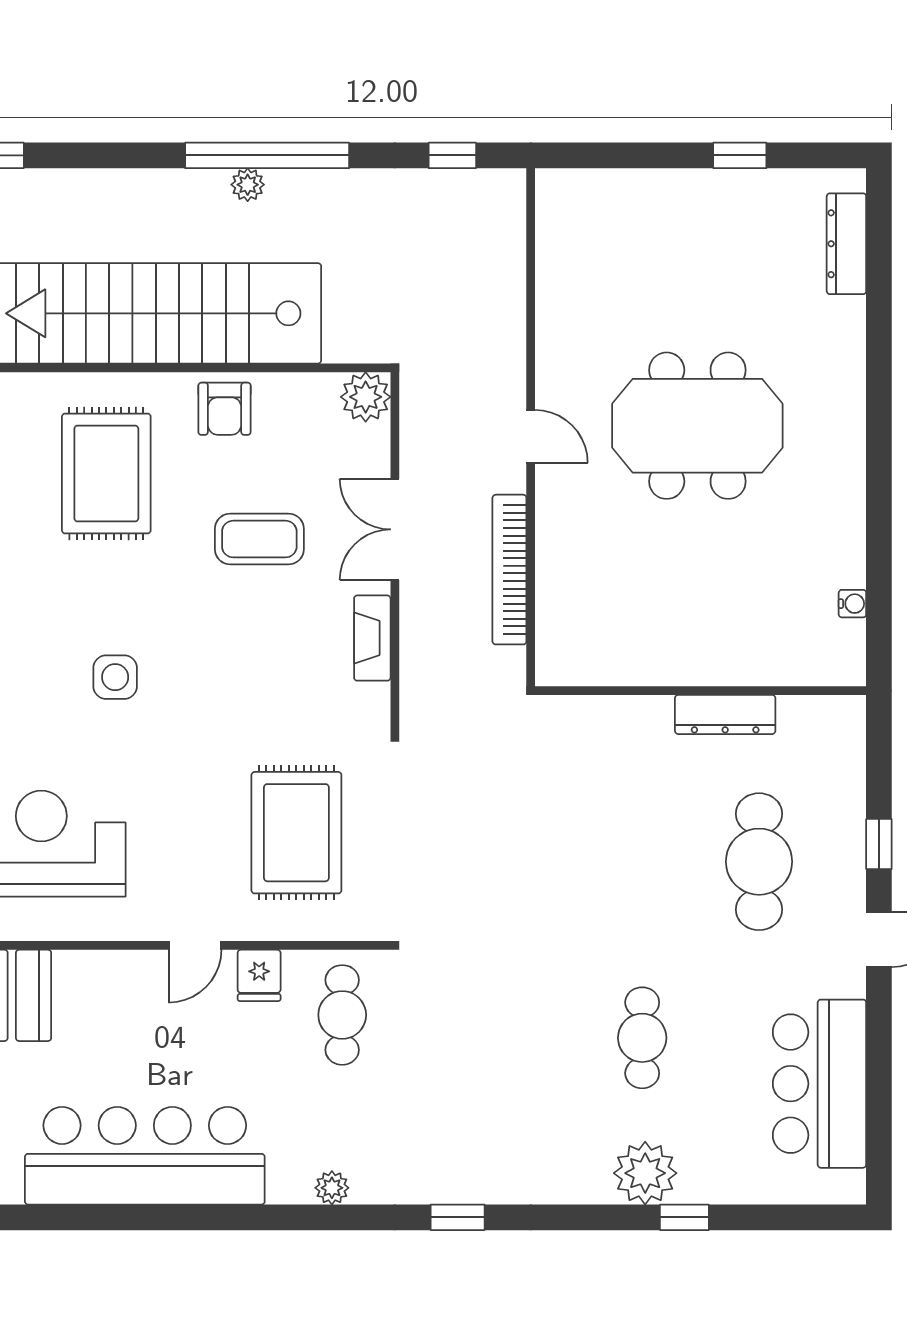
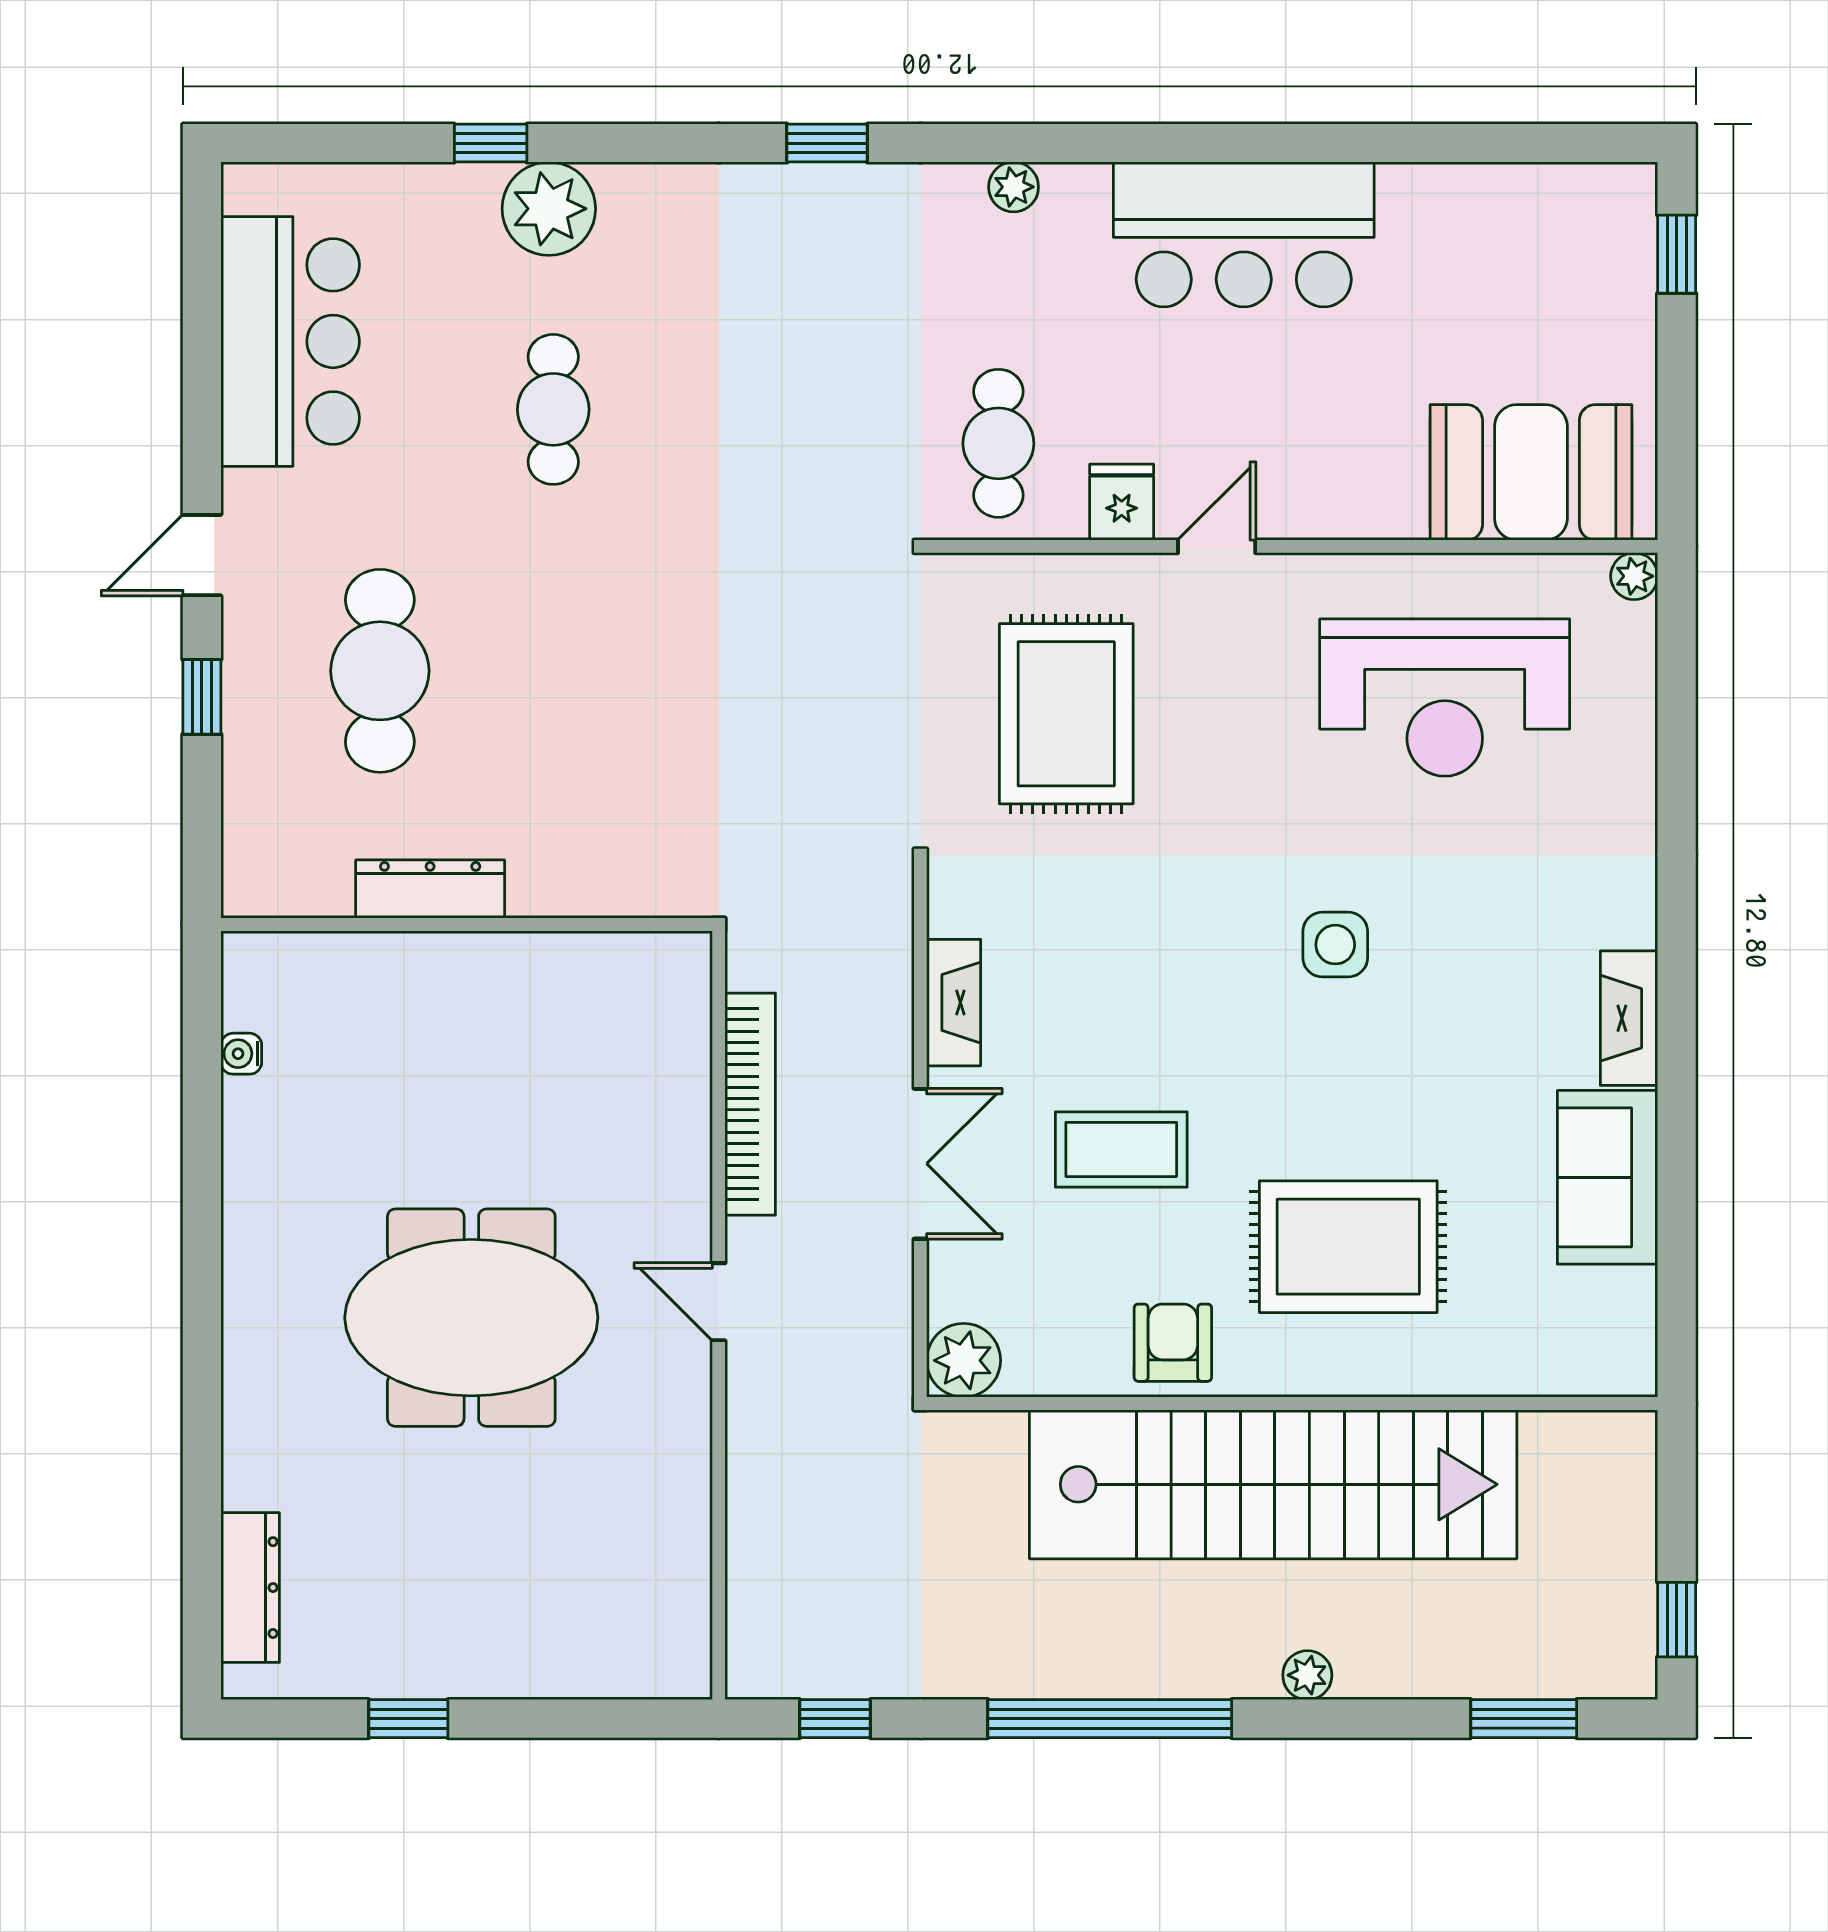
plant: (248, 185) -> (1307, 1675), moved
rug: (106, 474) -> (1348, 1247), turned 90
bar counter: (145, 1156) -> (1244, 234), width x0.73

